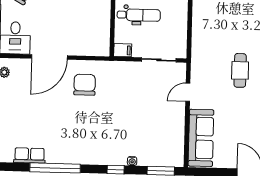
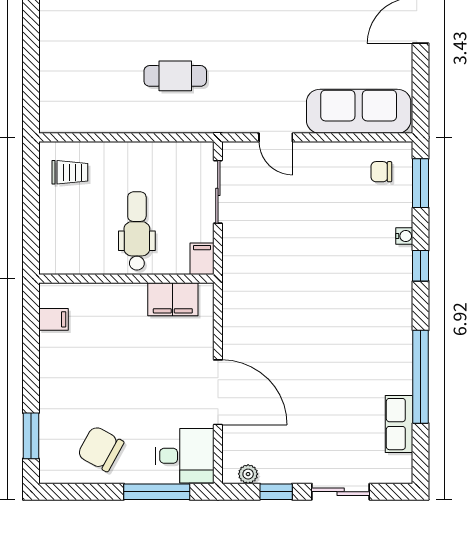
filing cabinet: (101, 34) -> (173, 299), added
cafe table: (240, 70) -> (175, 76), moved
chair: (85, 85) -> (381, 172), moved, width x0.54, depth x0.54

